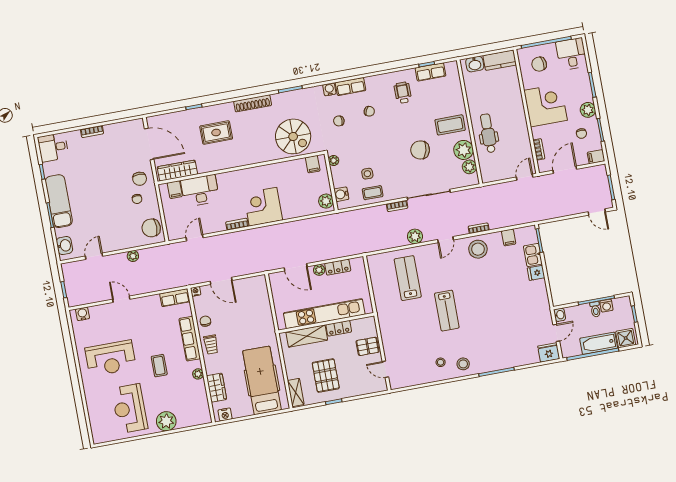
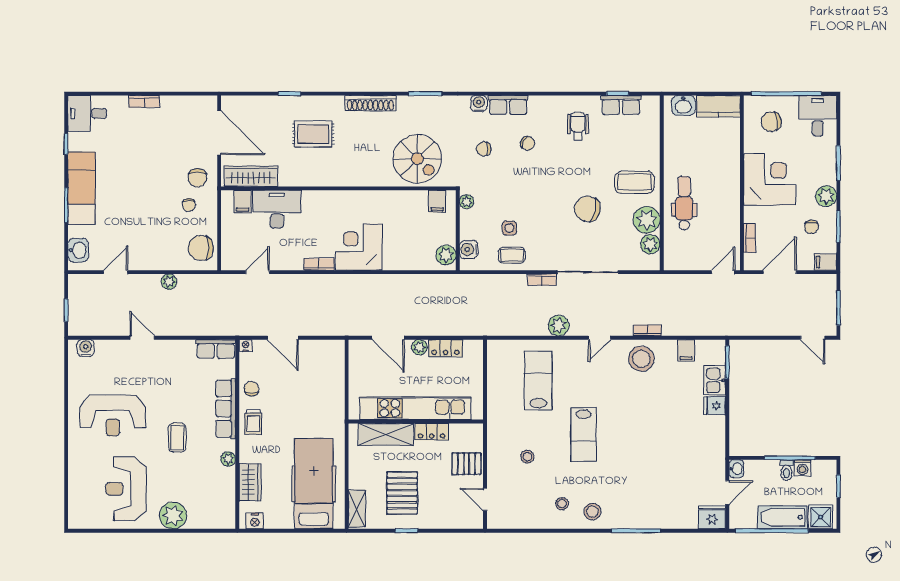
stool: (410, 333) -> (527, 457), added

